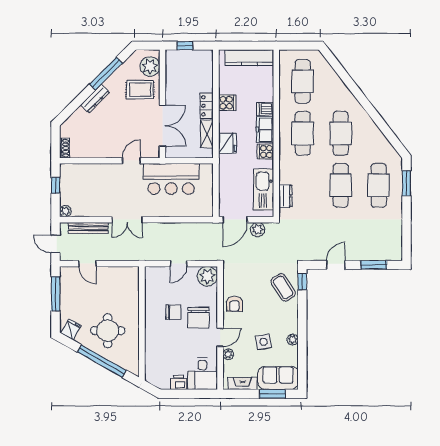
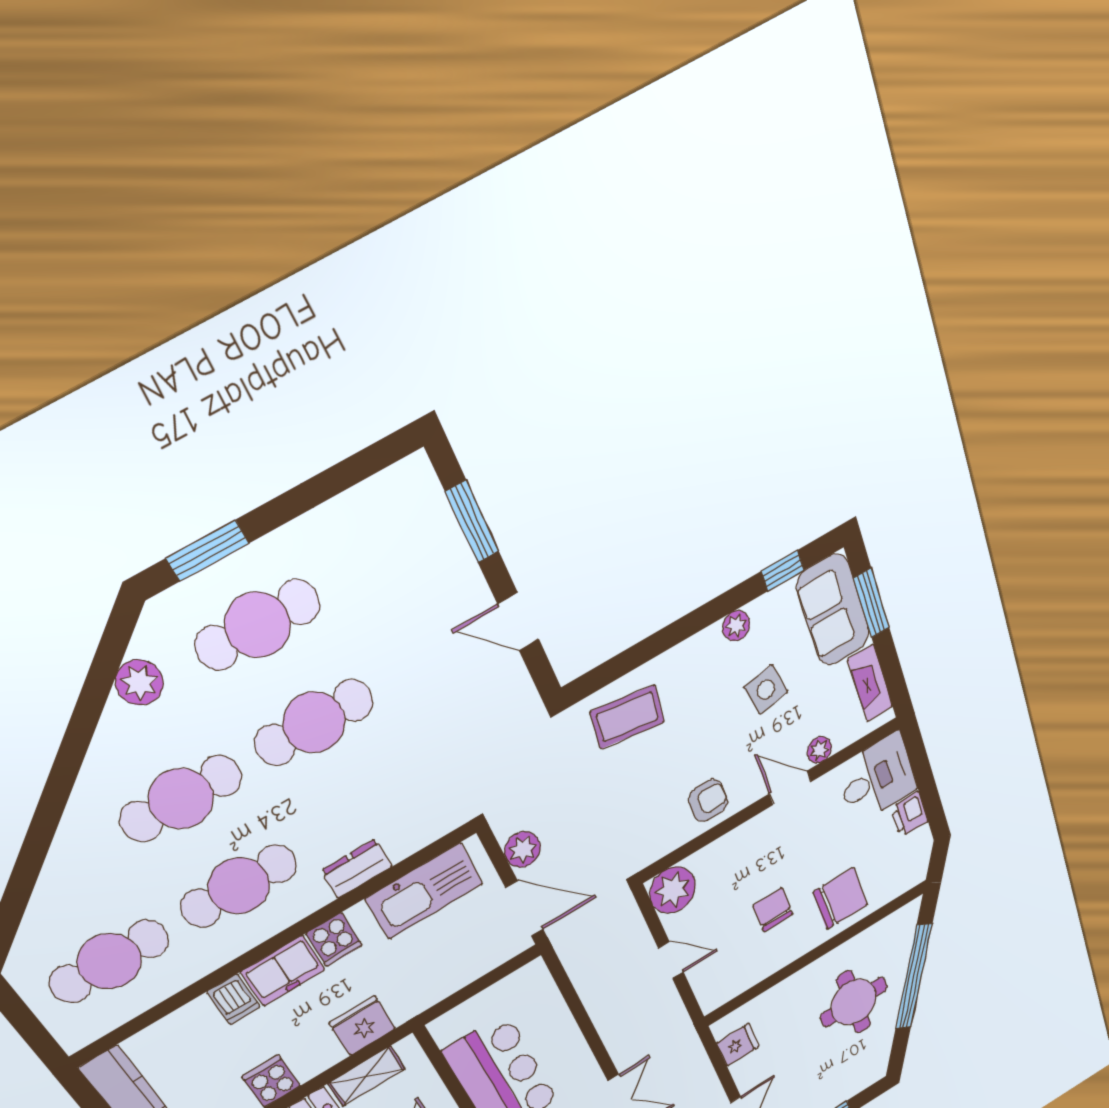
plant: (381, 143) -> (139, 683), added
dresser: (285, 196) -> (357, 868), moved
window: (302, 282) -> (783, 571), moved
coffee table: (283, 287) -> (627, 717), turned 41
chair: (199, 318) -> (840, 899), moved
fridge: (71, 329) -> (738, 1045), moved, turned 151

